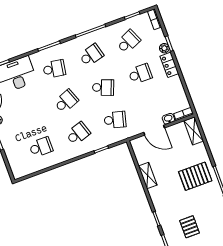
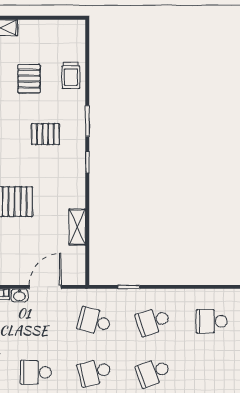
school desk: (103, 88) -> (94, 372), turned -36
door: (154, 130) -> (45, 287), hinge flipped
pallet: (190, 227) -> (45, 134), turned 90

